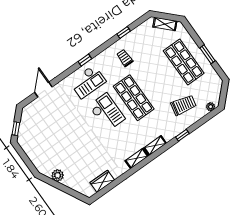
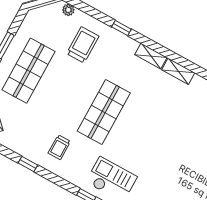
trolley: (183, 105) -> (83, 45), turned 78
checkout: (107, 112) -> (138, 137), removed

